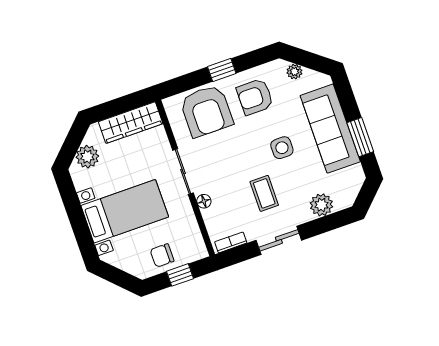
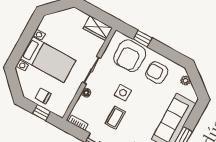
window: (222, 70) -> (143, 39), moved
wardrobe: (131, 123) -> (98, 28), width x0.67
side table: (282, 148) -> (123, 93), moved
plant: (87, 157) -> (58, 19), removed

